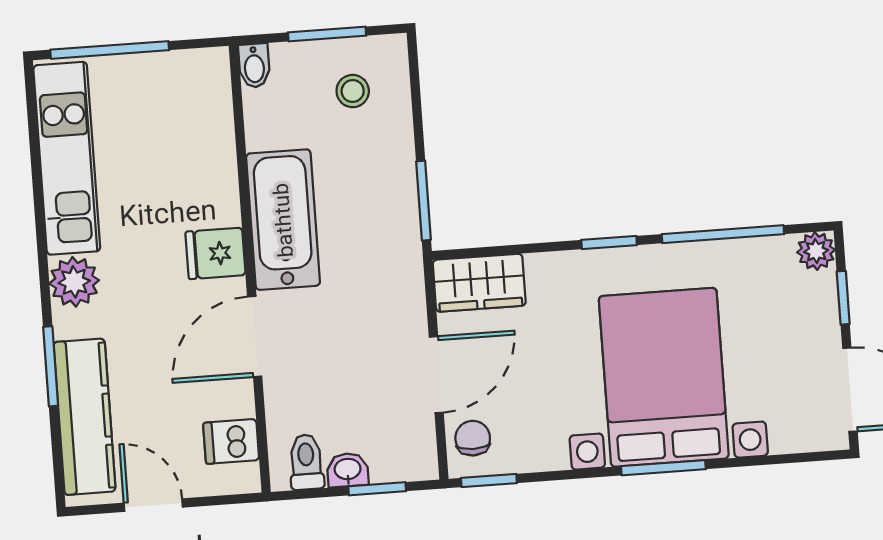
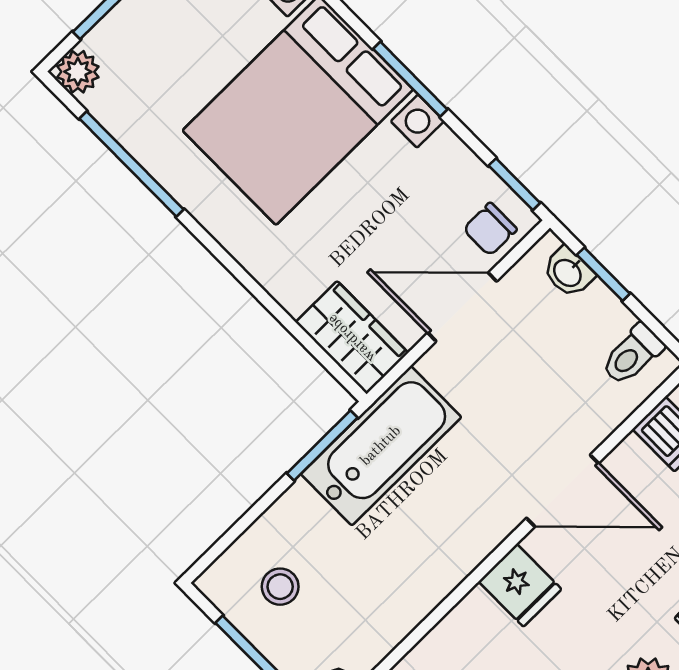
bathtub: (283, 220) -> (381, 446), moved, turned 180
window: (609, 242) -> (222, 256), removed
window: (663, 468) -> (410, 79), moved
washbasin: (348, 470) -> (568, 272), moved

